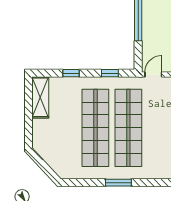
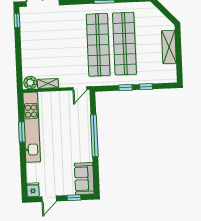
window: (110, 73) -> (125, 88), moved
shelving: (40, 97) -> (169, 47), moved

